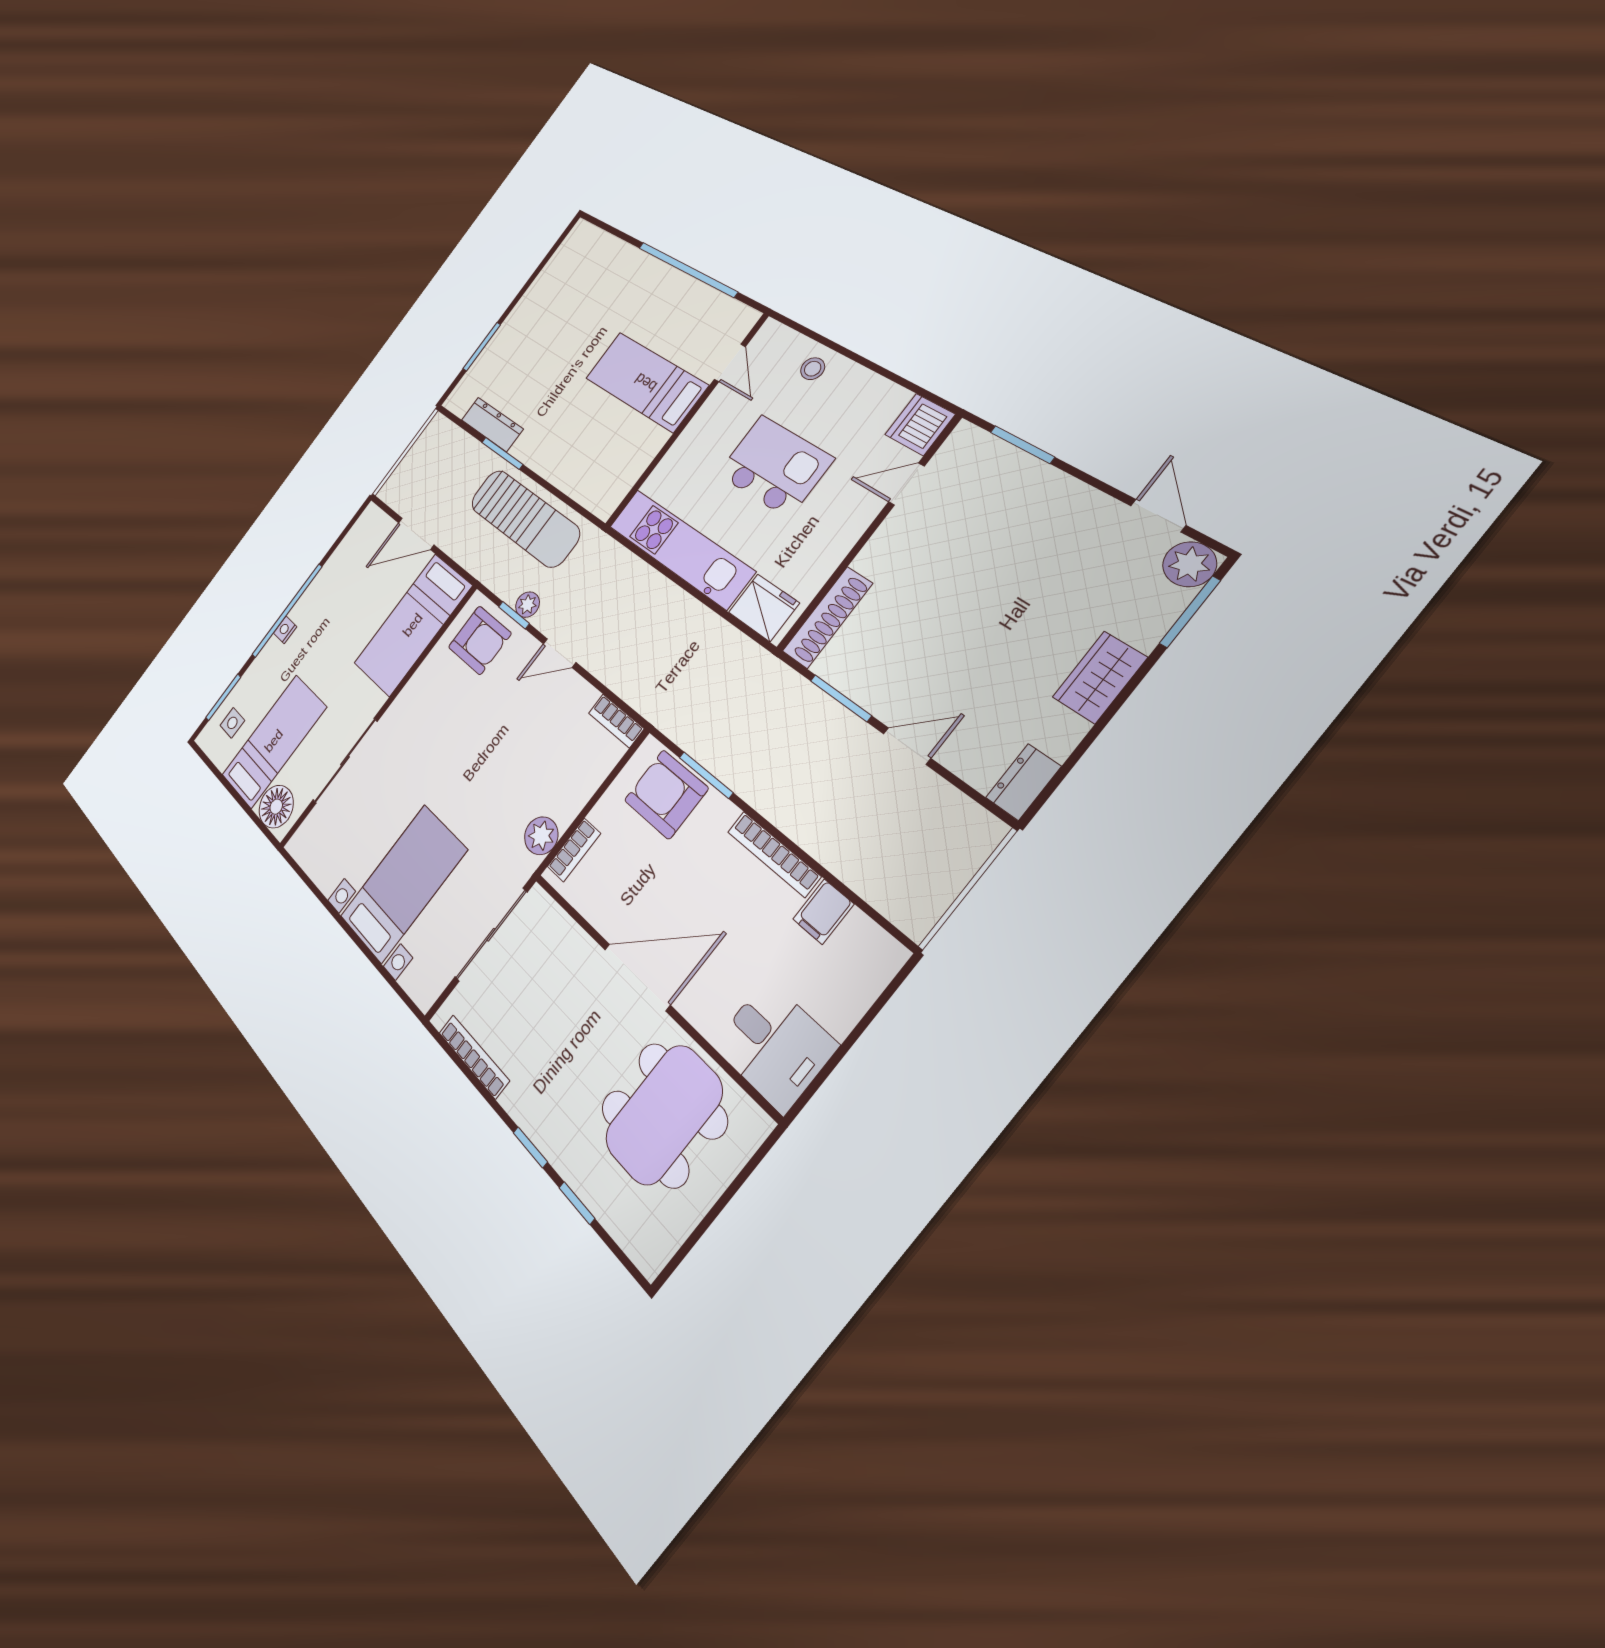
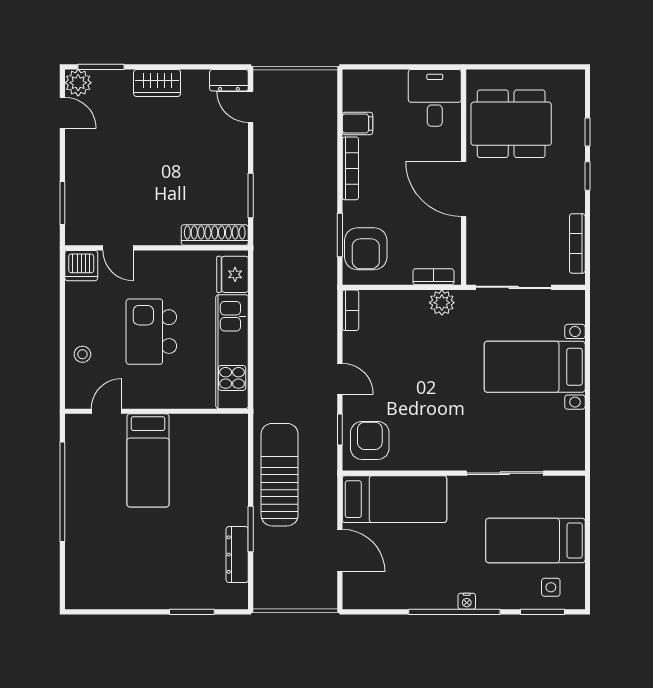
door: (1158, 516) -> (62, 113), swing flipped
plant: (528, 605) -> (328, 425), removed
door: (907, 746) -> (251, 107), moved
floor lamp: (276, 807) -> (569, 500), removed

